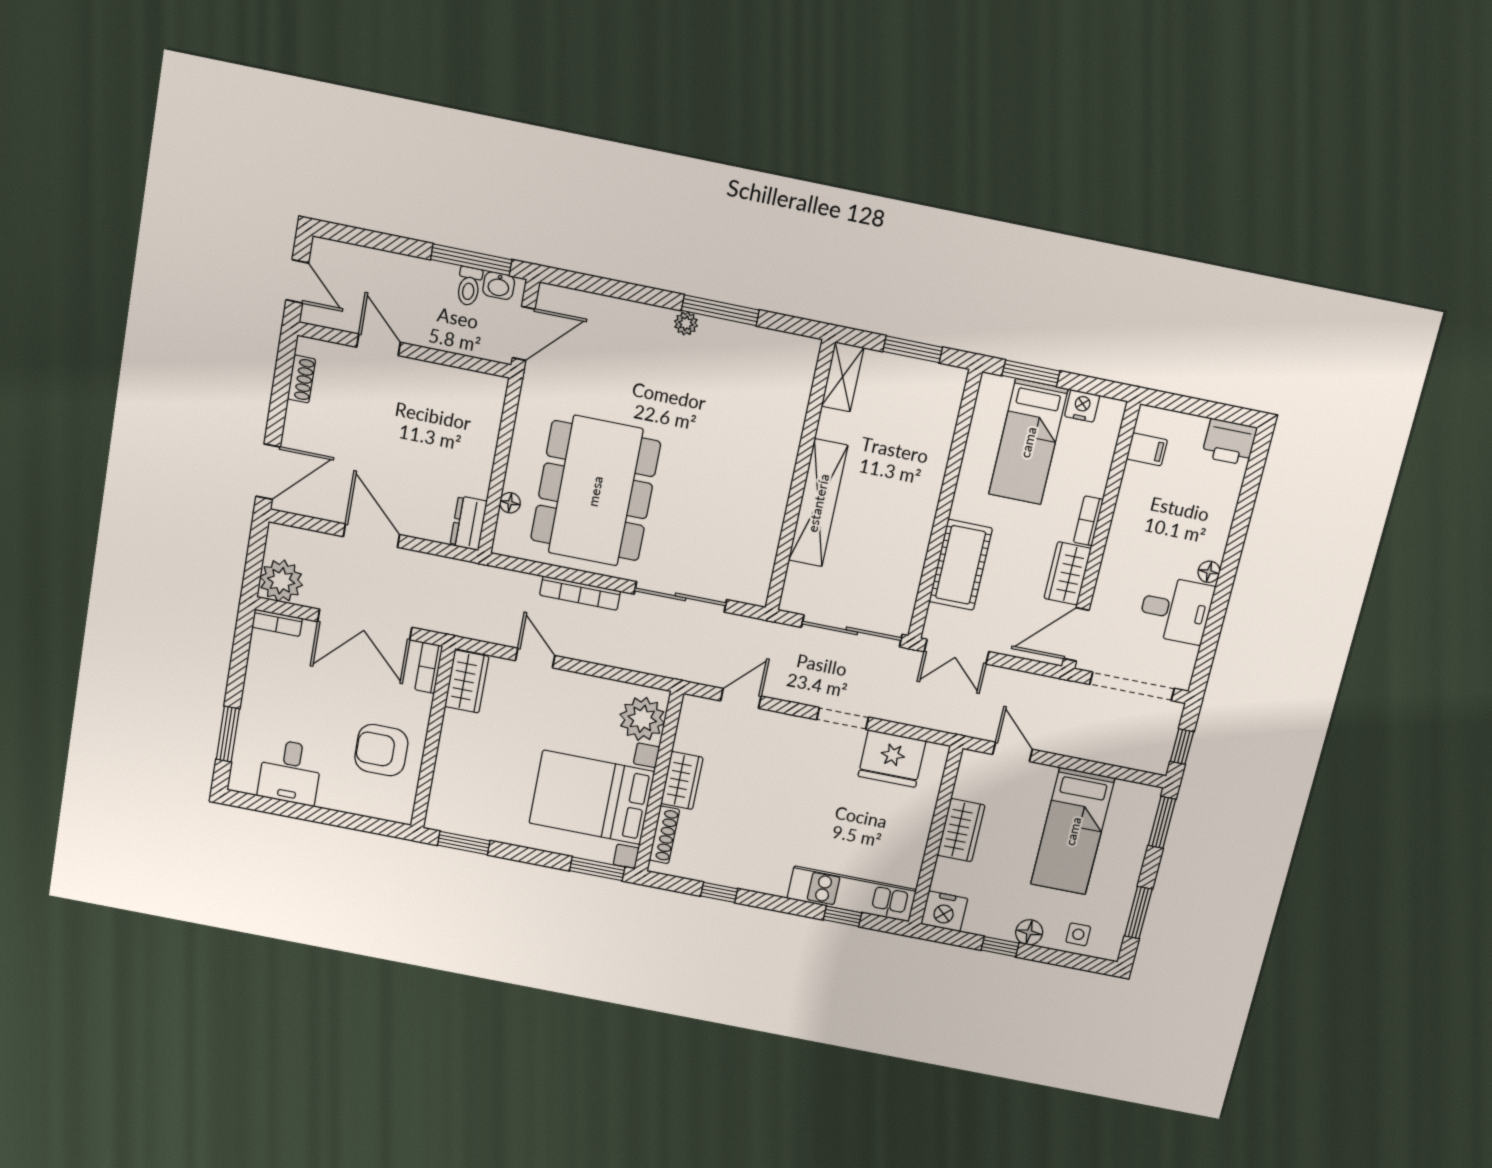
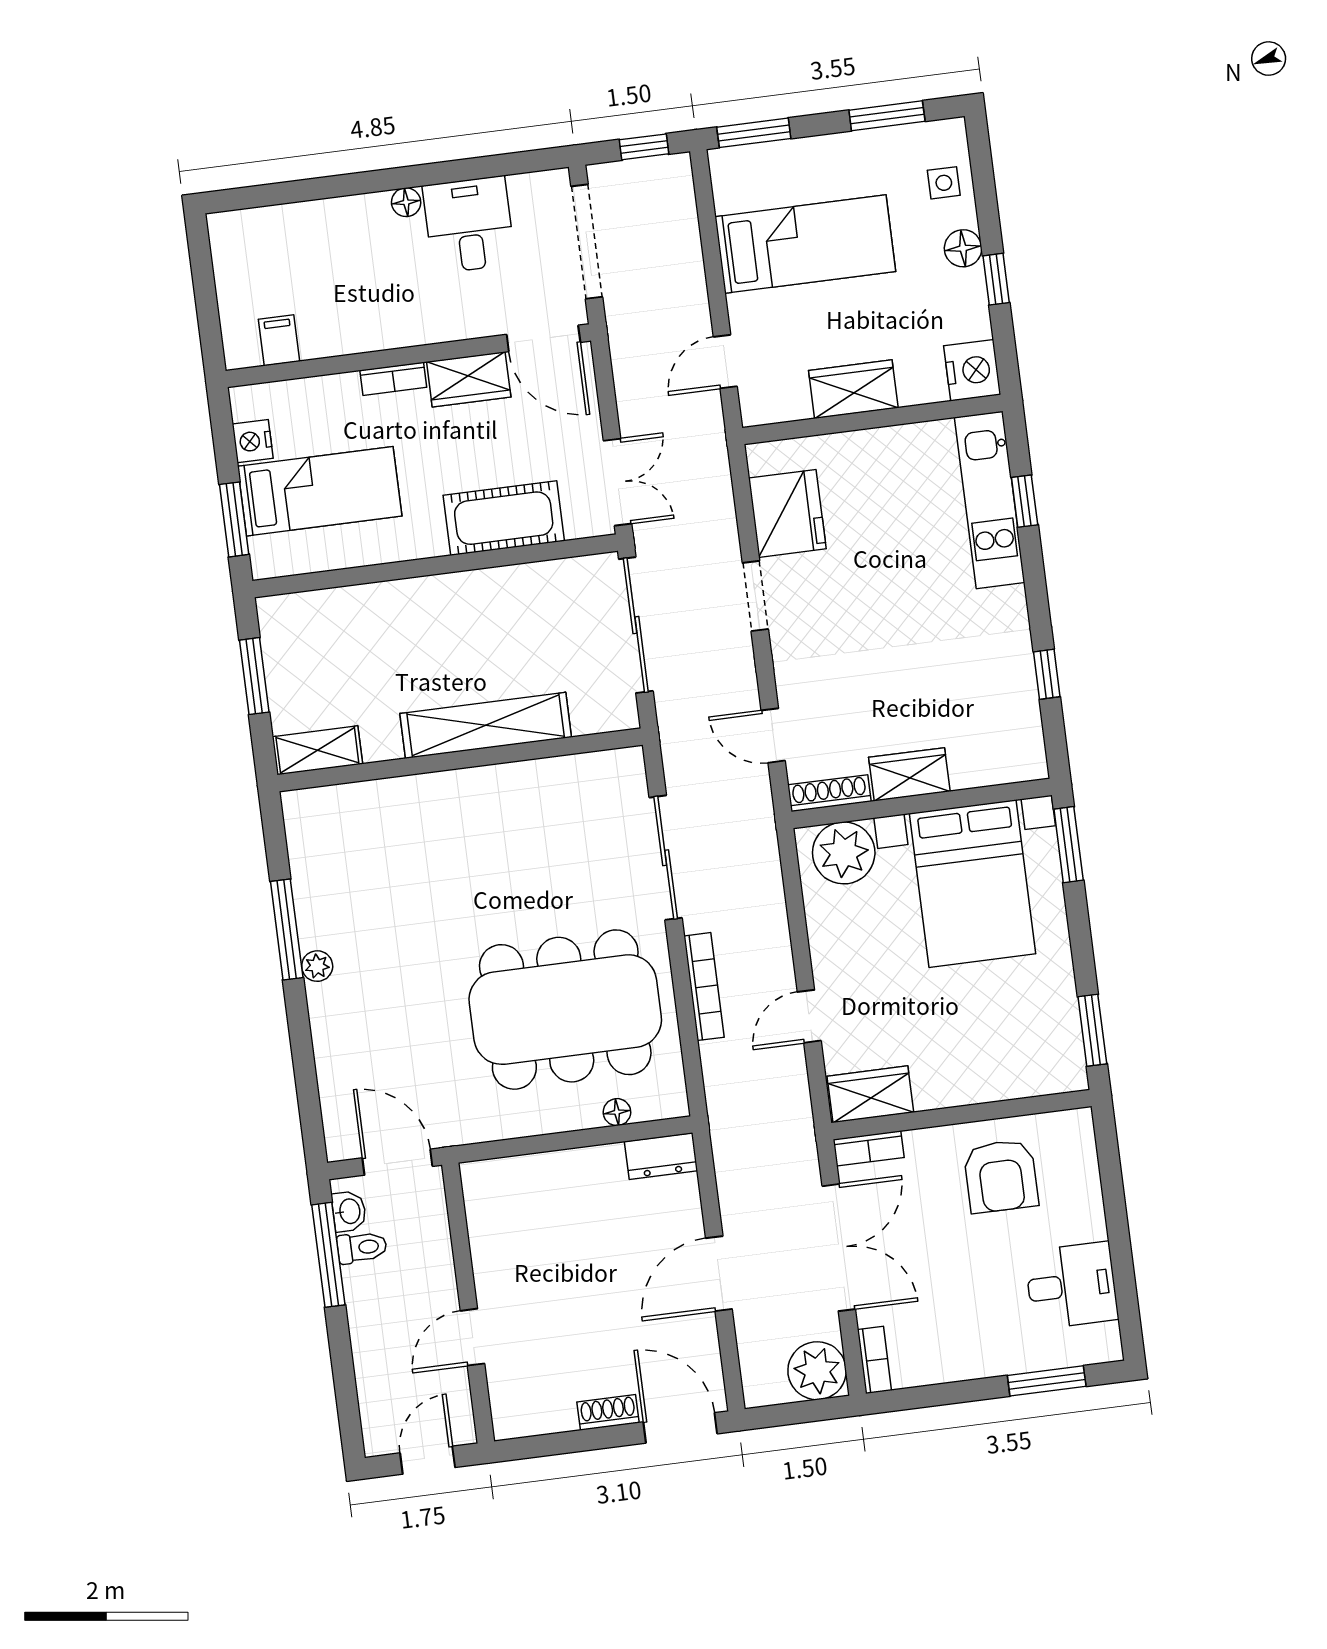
shoe rack: (301, 379) -> (608, 1412), moved
printer: (1229, 442) -> (235, 241), removed
shoe rack: (664, 835) -> (829, 793), moved

